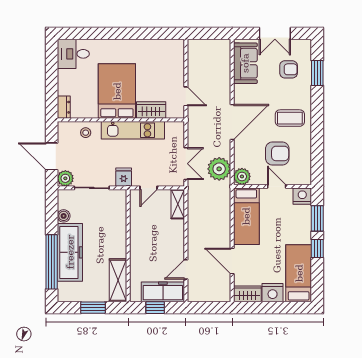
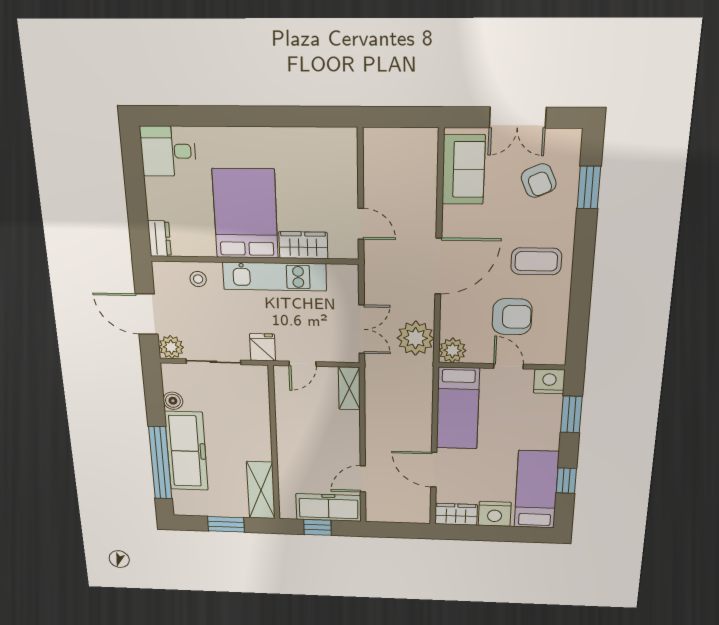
armchair: (289, 69) -> (539, 181), turned 66
window: (317, 249) -> (566, 481), moved

